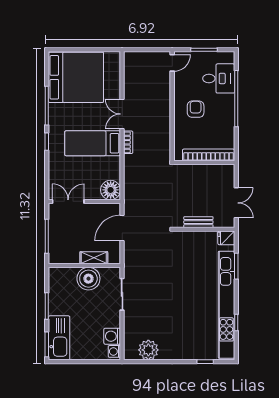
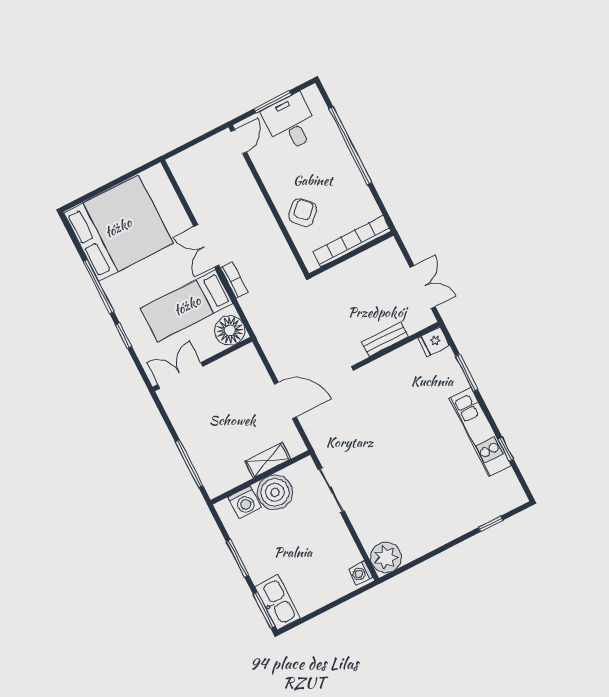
desk: (219, 78) -> (291, 123), moved, turned -90
armchair: (196, 109) -> (303, 213), moved, turned 46
floor lamp: (111, 190) -> (230, 330), moved
double door: (68, 201) -> (180, 375), moved
wall: (84, 201) -> (202, 364), moved
door: (122, 228) -> (285, 401), swing flipped
kitchen unit: (226, 305) -> (480, 432), width x0.54
washing machine: (112, 336) -> (245, 502), moved, turned -90
kitchen sink: (59, 338) -> (278, 602), width x0.73, depth x0.81
plant: (148, 350) -> (386, 557), moved

